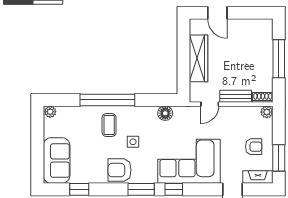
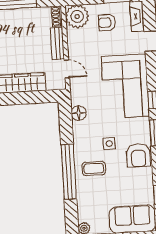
plant: (267, 112) -> (77, 16), width x1.88, depth x1.88
armchair: (254, 147) -> (107, 22), turned -90

